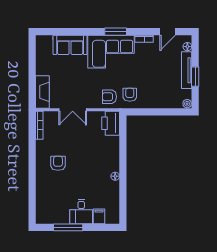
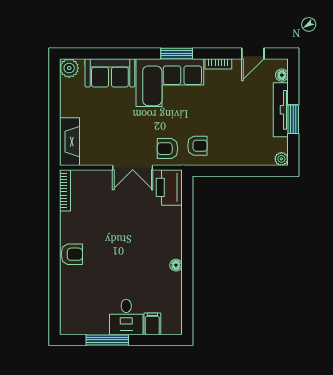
plant: (42, 42) -> (69, 68), added
armchair: (130, 95) -> (197, 146), turned 90
double door: (73, 110) -> (133, 168), moved
armchair: (58, 163) -> (72, 254), moved, turned 90

